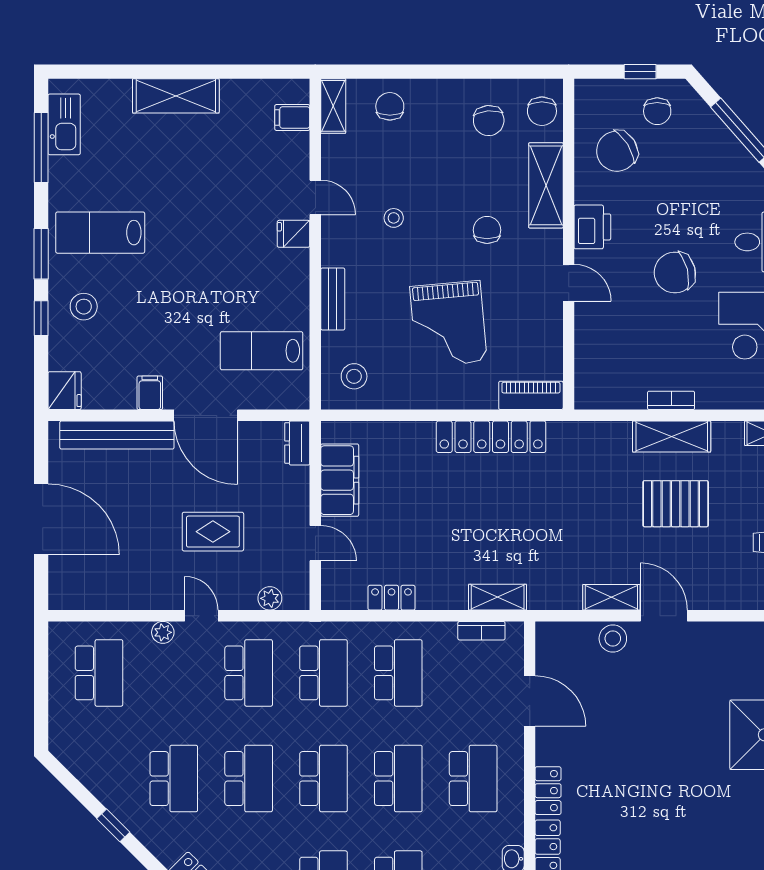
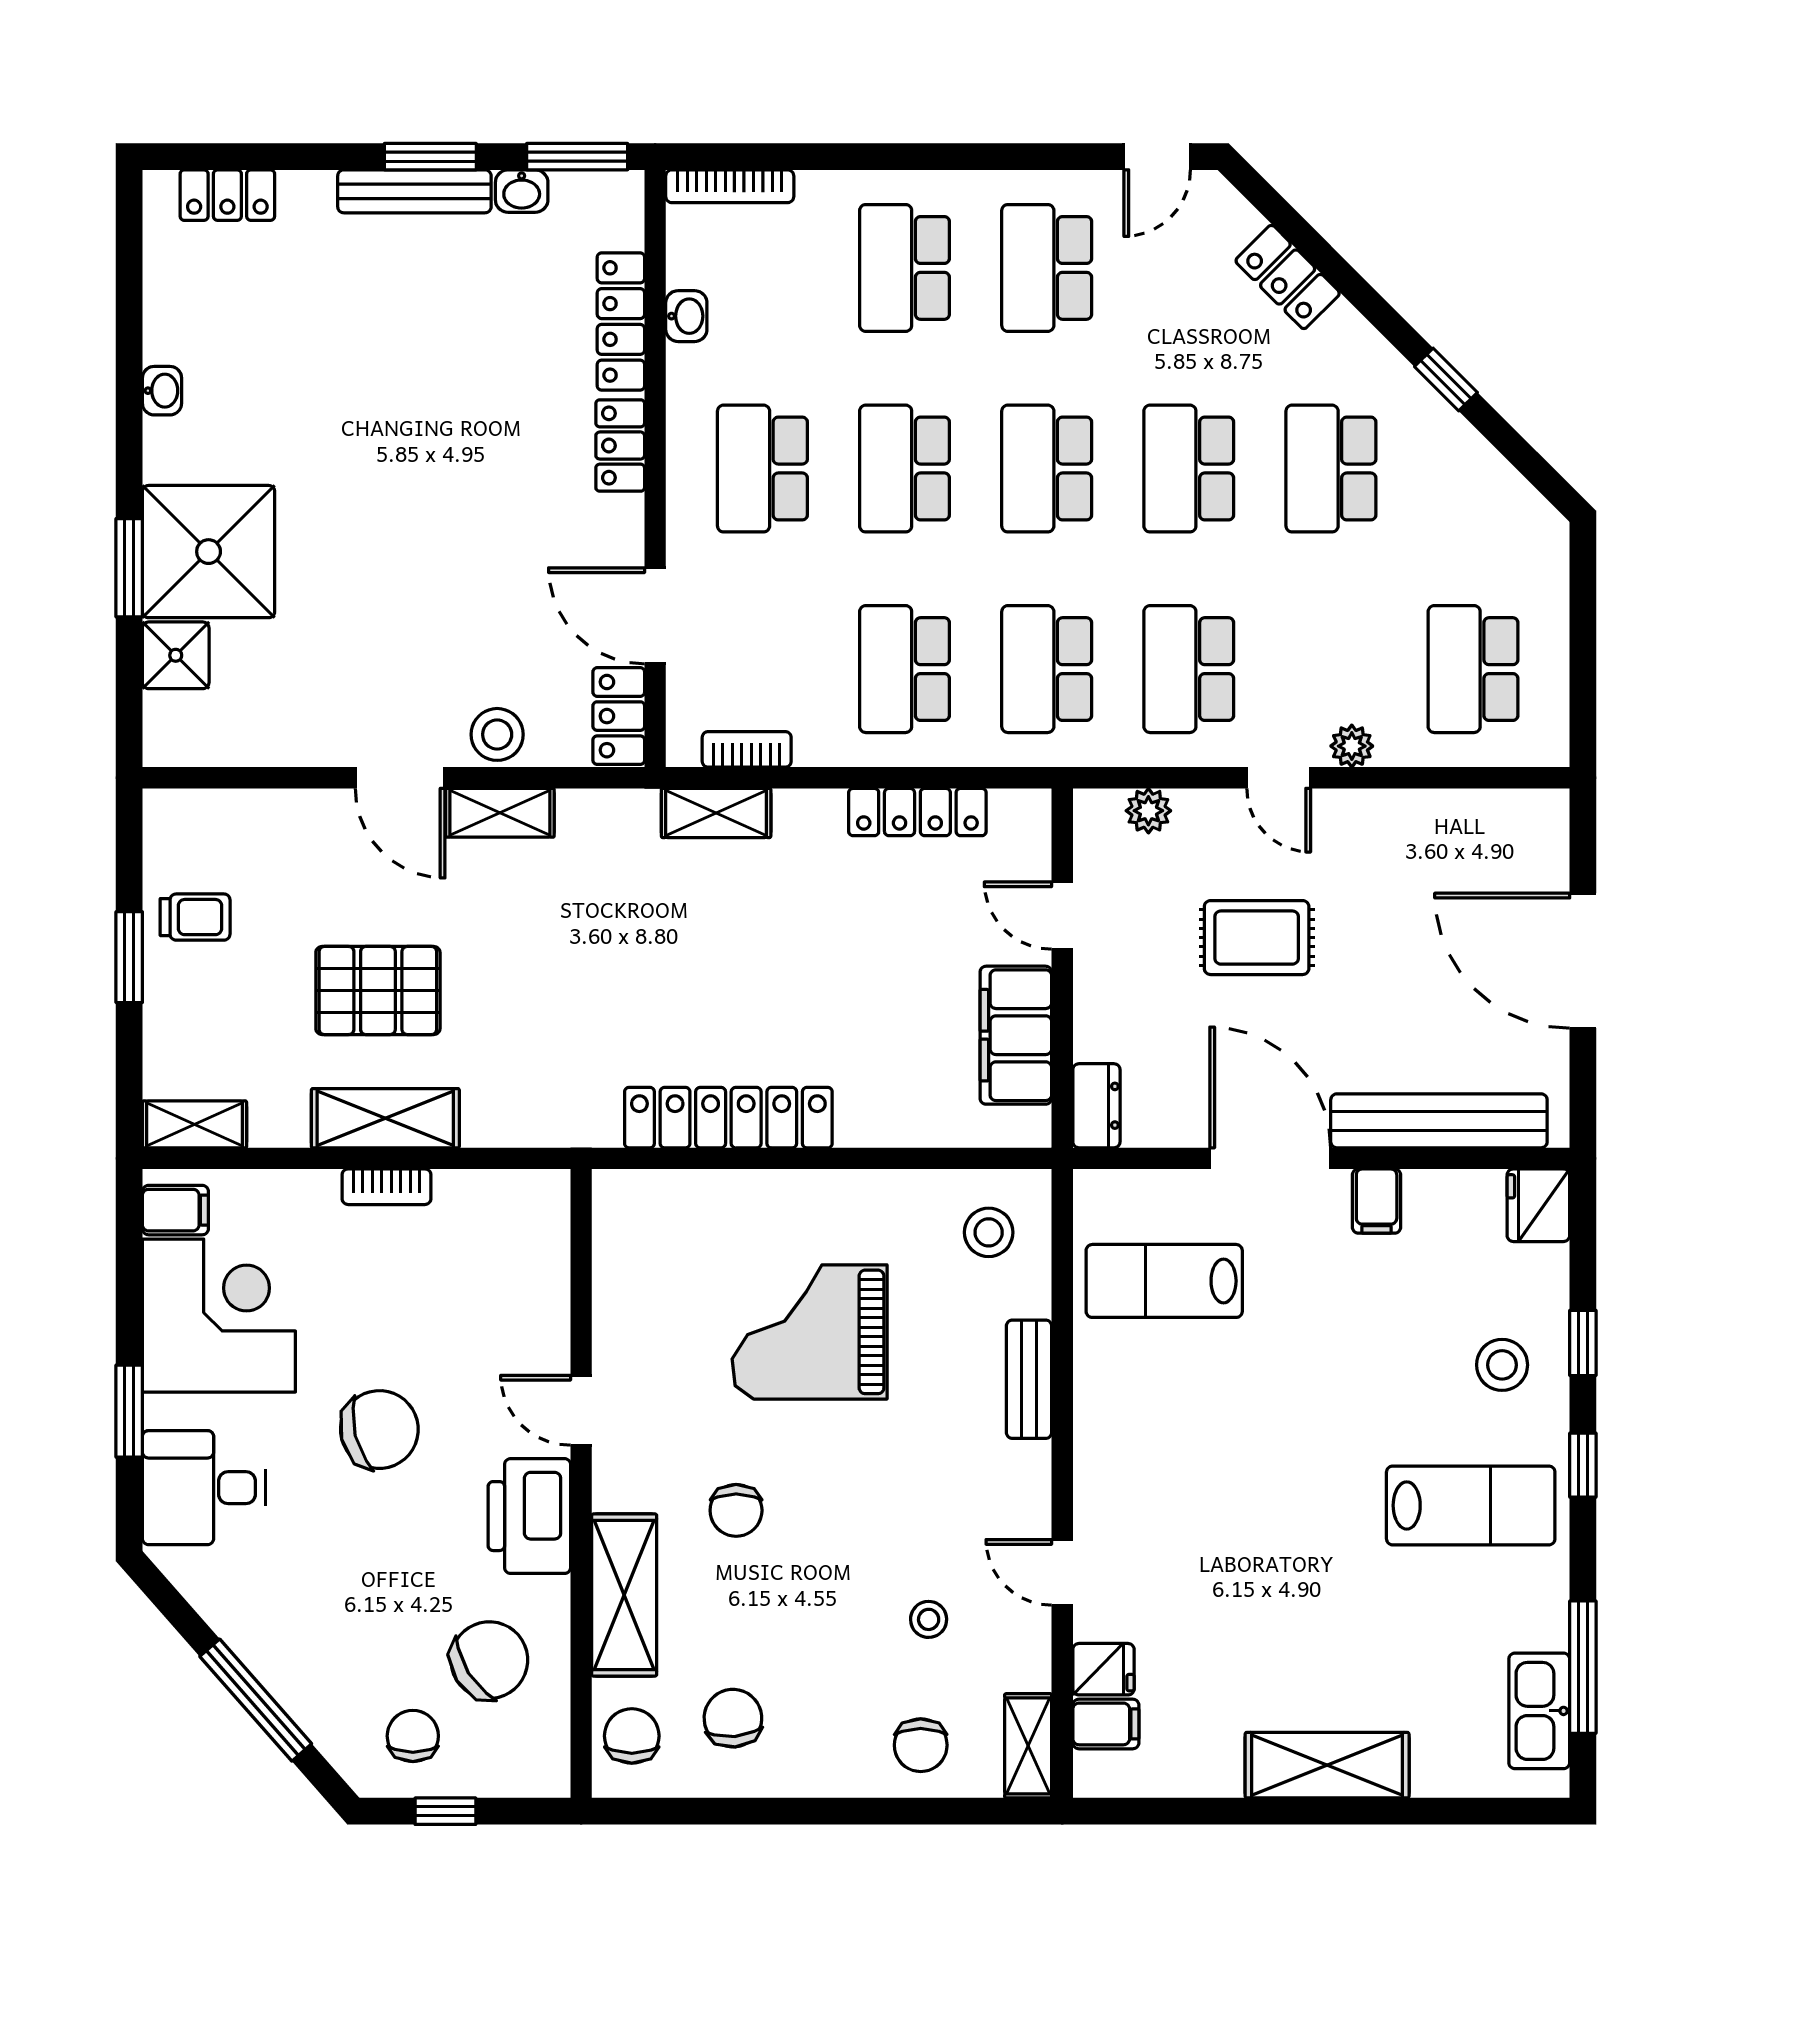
stool: (394, 218) -> (929, 1619), moved
printer: (592, 227) -> (529, 1516), width x1.37, depth x1.19
fridge: (294, 234) -> (1103, 1669), moved
window: (41, 254) -> (1583, 1465), width x0.67
grand piano: (448, 324) -> (810, 1332), turned -85
lab bench: (262, 351) -> (1164, 1281), turned 180
piano: (531, 395) -> (653, 1196), removed
locker: (392, 598) -> (917, 812), width x1.53
locker: (549, 648) -> (619, 716), added

